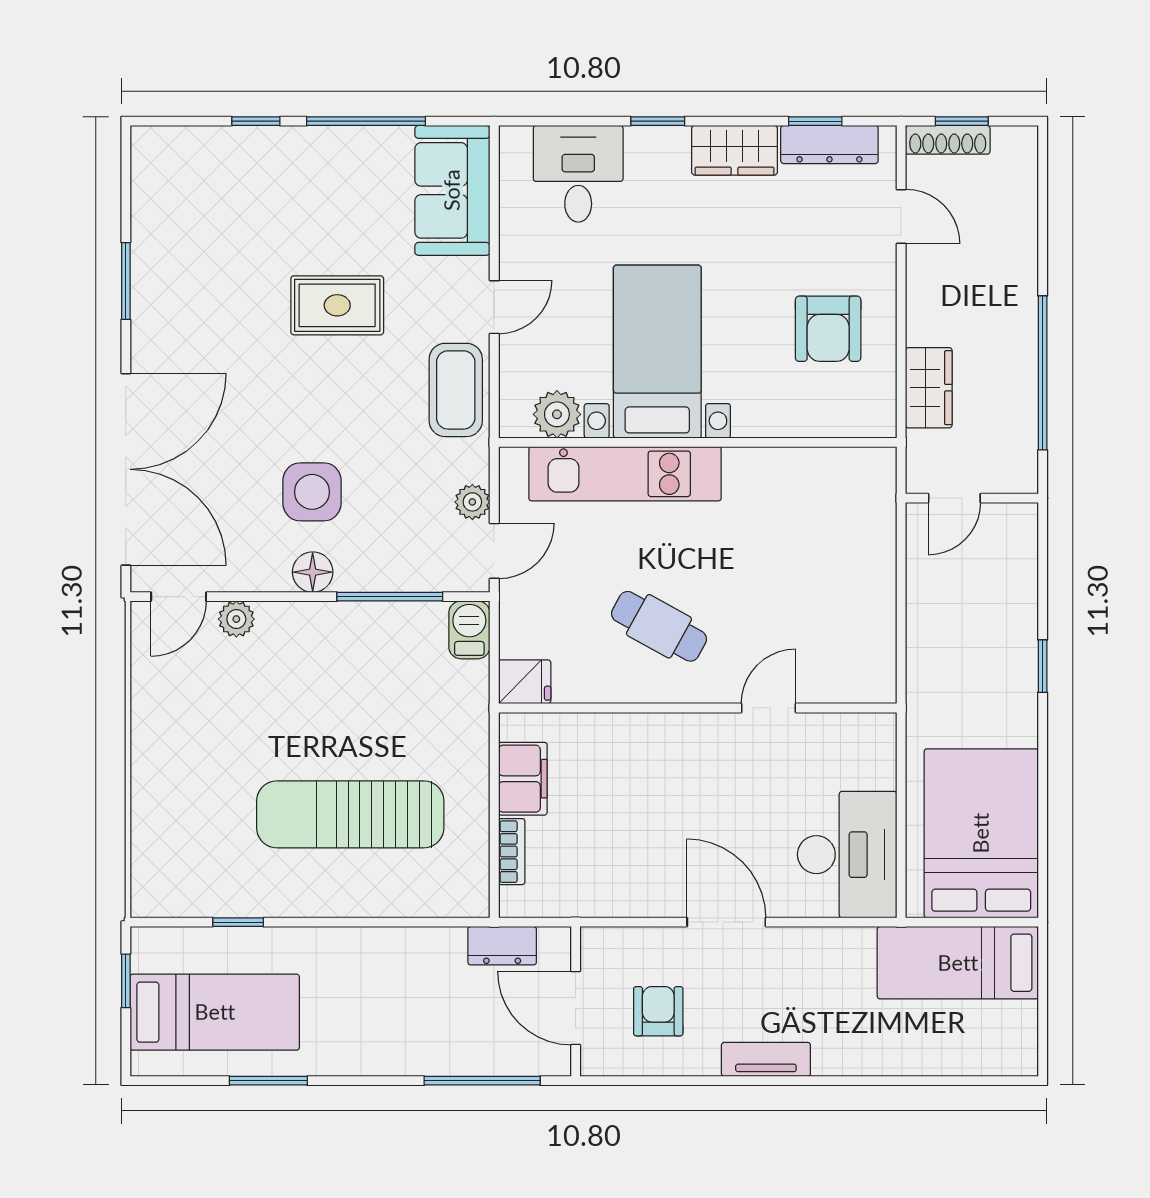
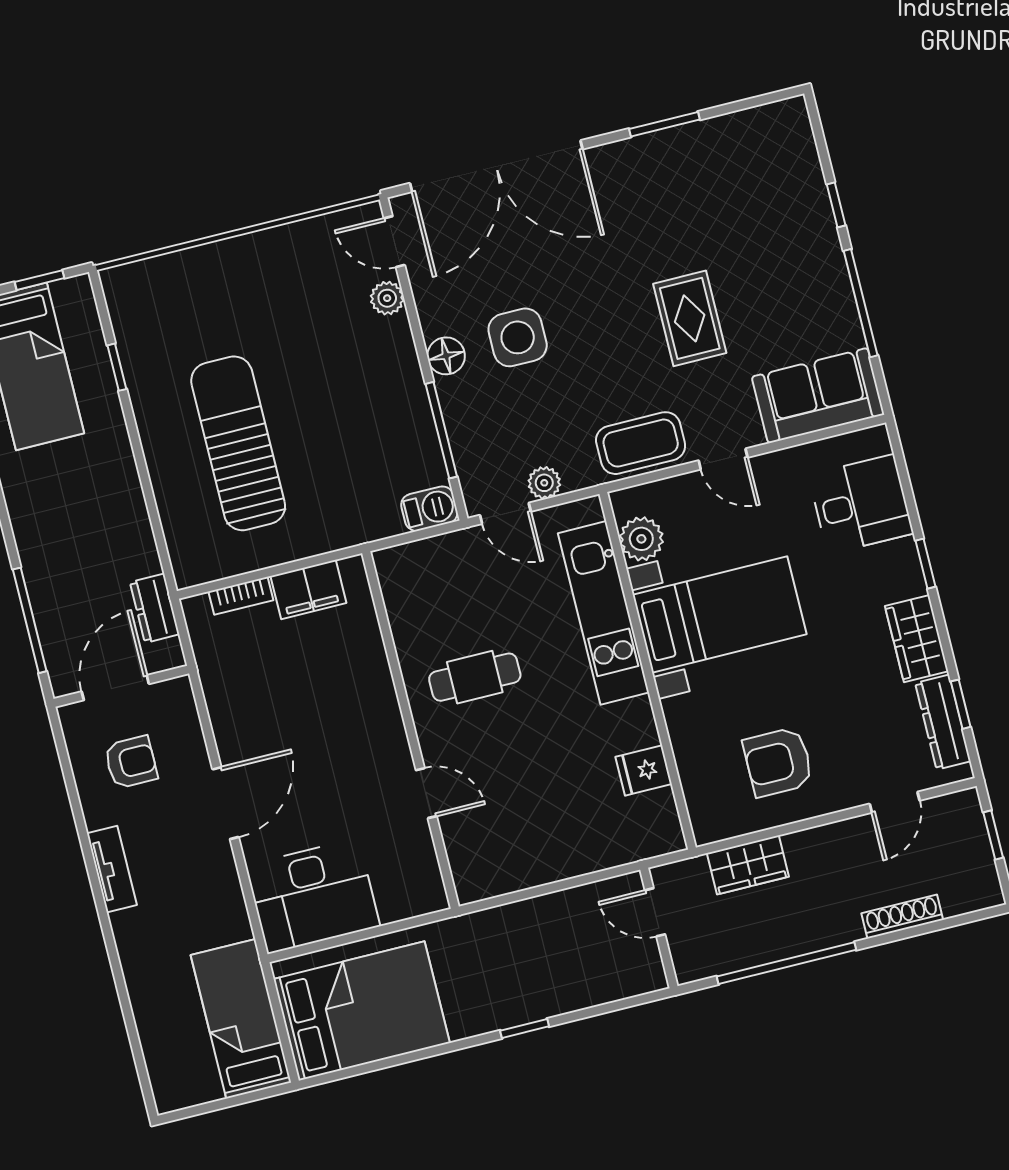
shoe rack: (948, 140) -> (902, 917), moved, turned 90
cafe table: (659, 626) -> (475, 677), turned 61
fridge: (525, 682) -> (644, 770), moved, turned 90

